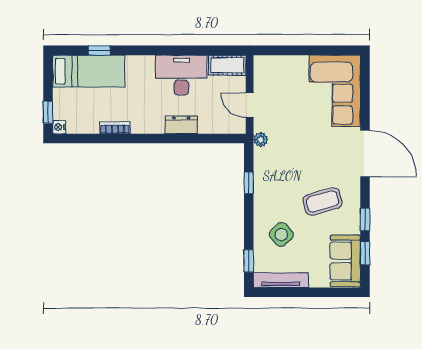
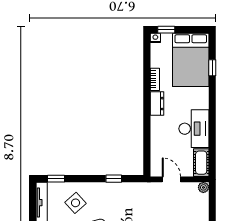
bed: (89, 71) -> (191, 60), width x1.50
door: (250, 105) -> (171, 179), hinge flipped
dresser: (181, 125) -> (157, 104), moved
plant: (261, 139) -> (203, 187), moved

